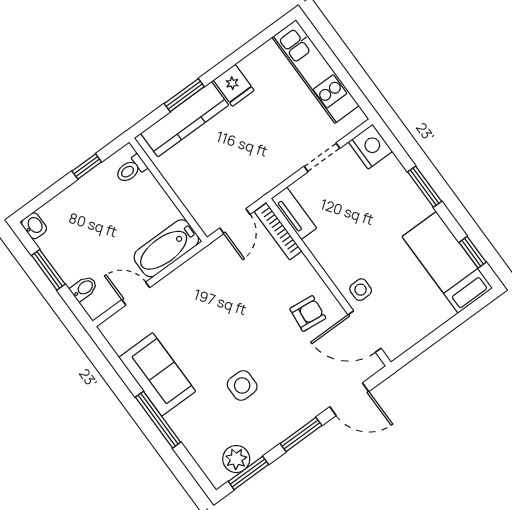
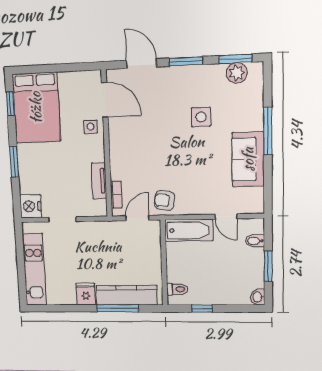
window: (184, 95) -> (118, 308), width x1.44
tv unit: (294, 213) -> (99, 181), moved
bookcase: (278, 231) -> (116, 195), width x0.64
bed: (447, 262) -> (36, 108), width x1.50
armchair: (308, 313) -> (165, 200), moved

